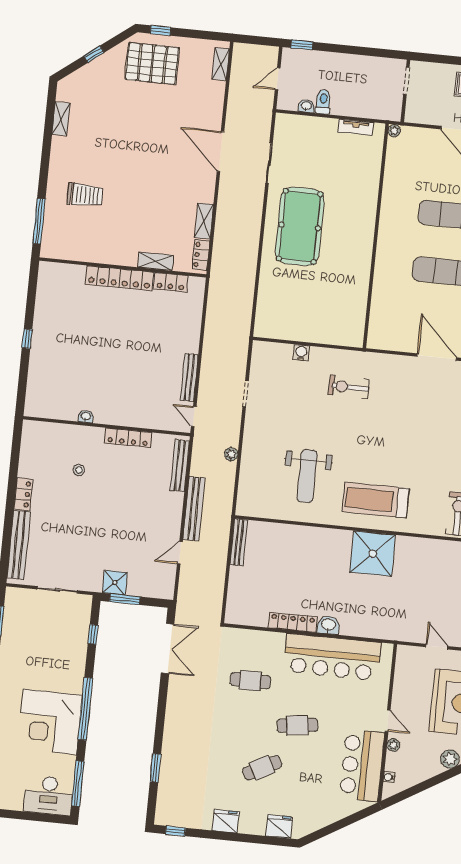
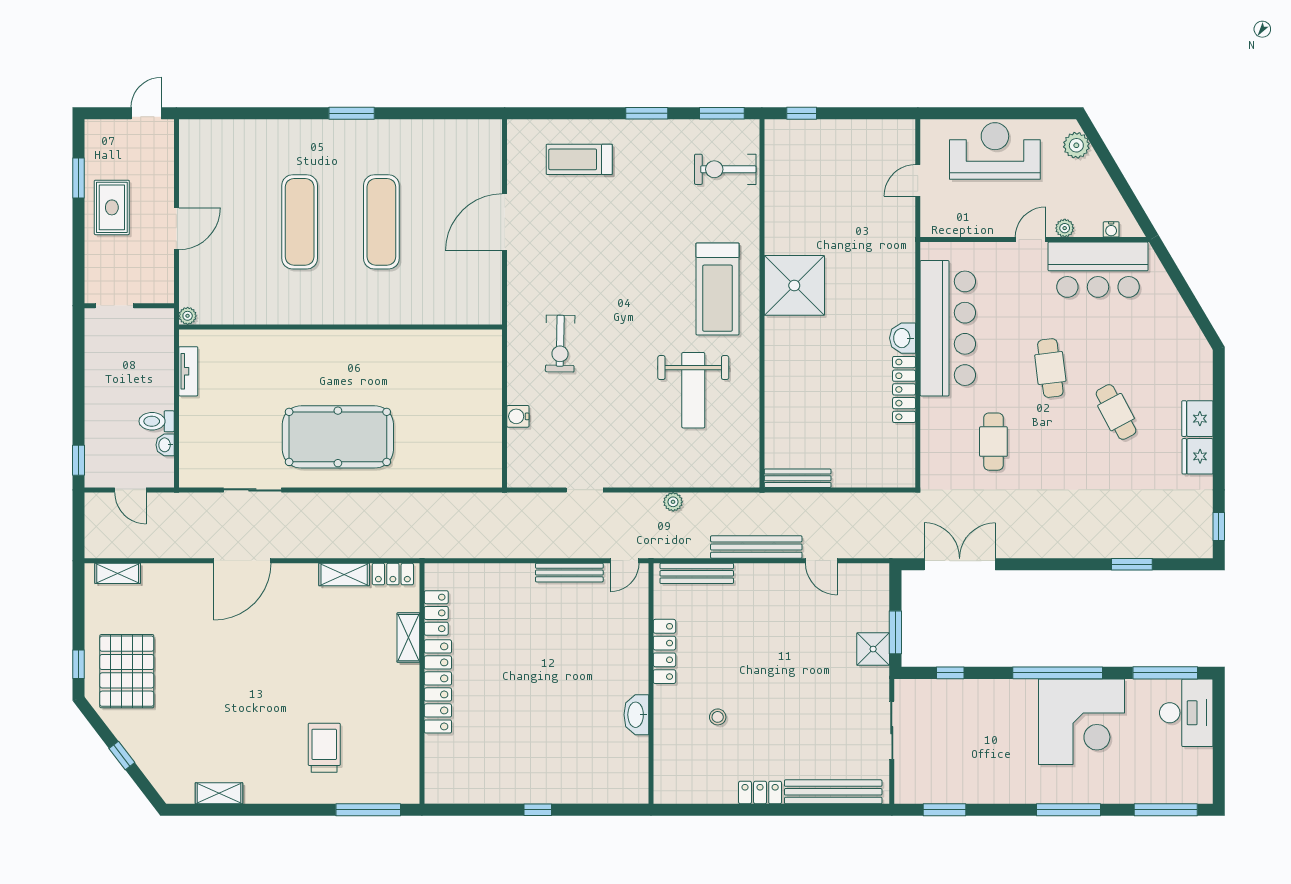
washbasin: (86, 416) -> (636, 715), width x1.91, depth x1.45
weight bench: (307, 476) -> (693, 390), turned 90
fridge: (279, 826) -> (1197, 419), moved

